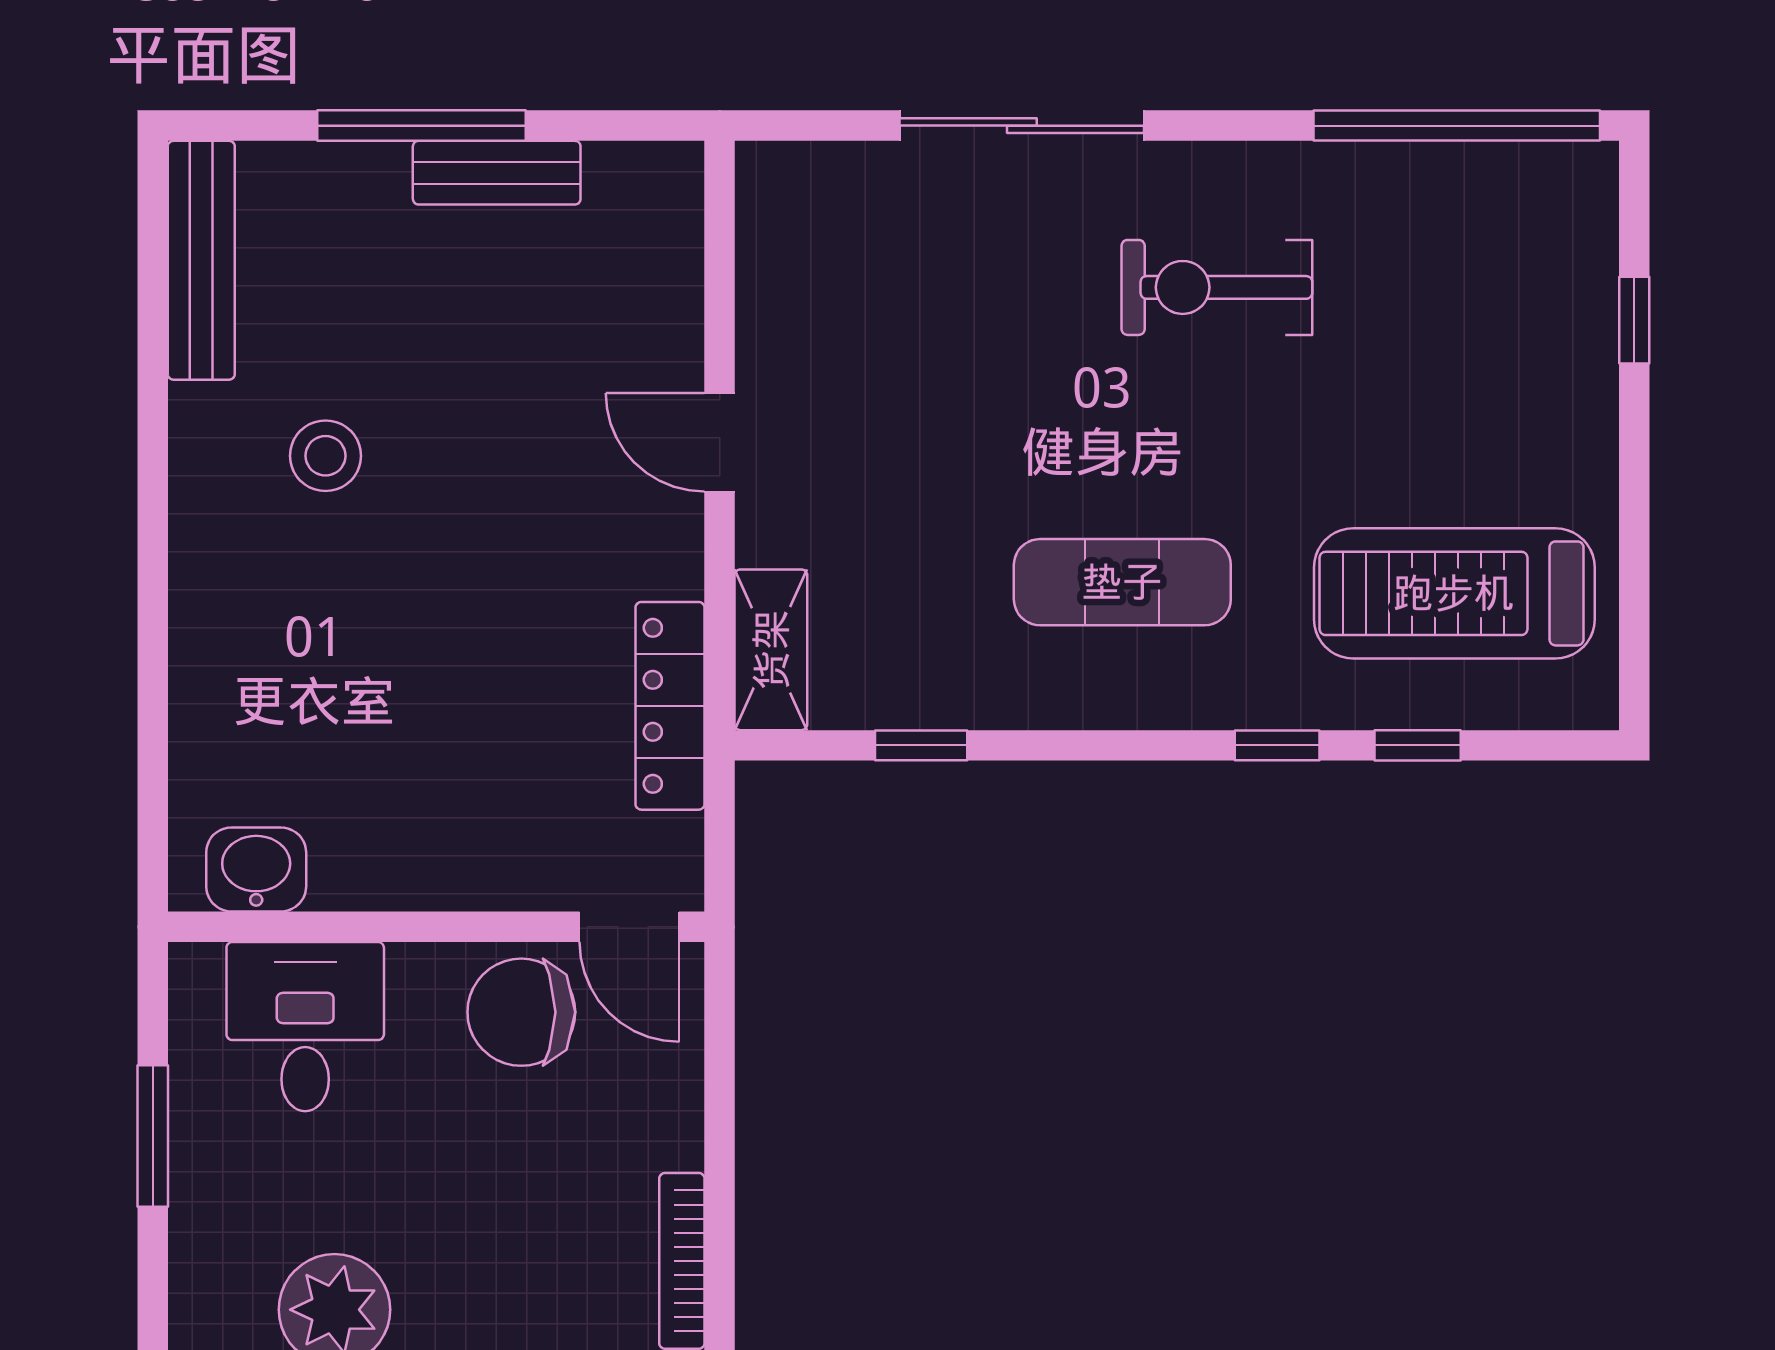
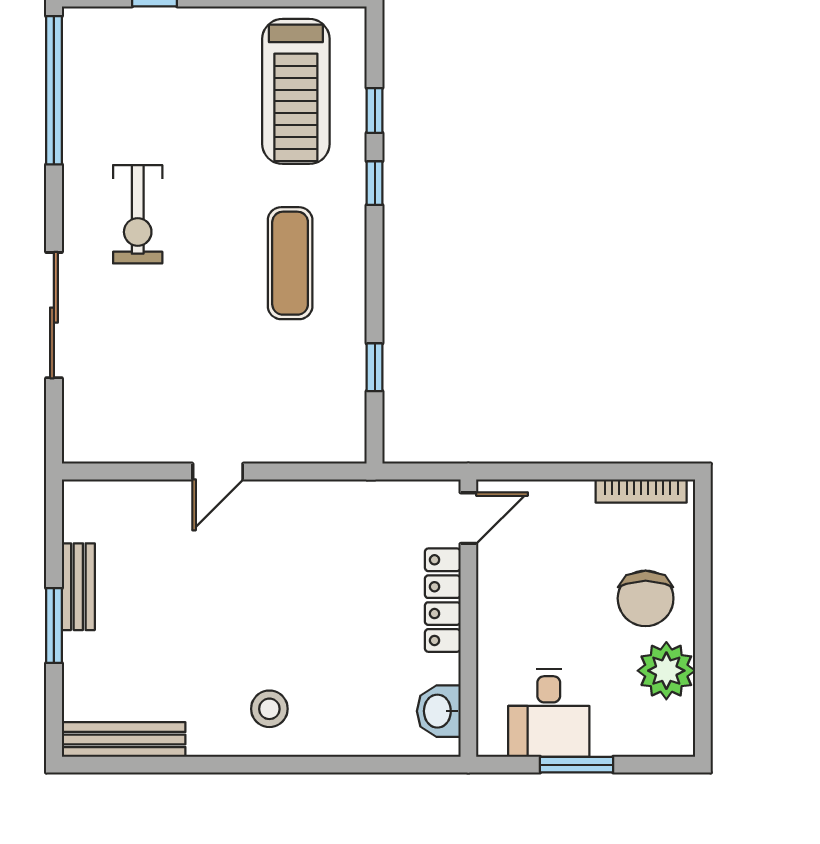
window: (422, 126) -> (54, 626), width x0.69
stool: (325, 456) -> (269, 709), moved
shelving: (771, 650) -> (325, 445), removed
locker: (670, 706) -> (443, 600), moved, turned 90
chair: (521, 1012) -> (646, 598), moved
desk: (305, 1027) -> (549, 713), moved, turned -90

